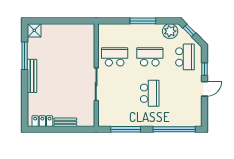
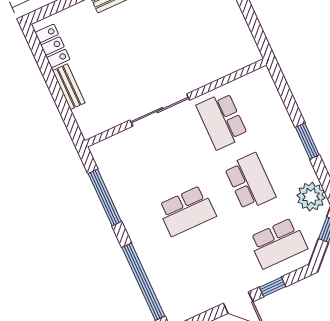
window: (143, 21) -> (307, 141), width x0.69
school desk: (115, 57) -> (222, 121), turned 180

